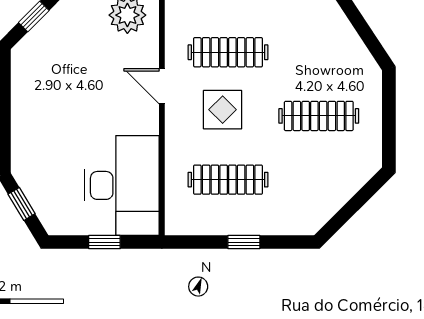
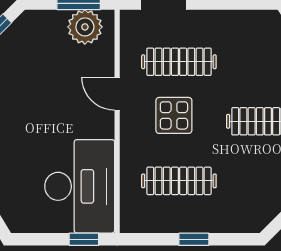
window: (104, 242) -> (84, 239), moved

